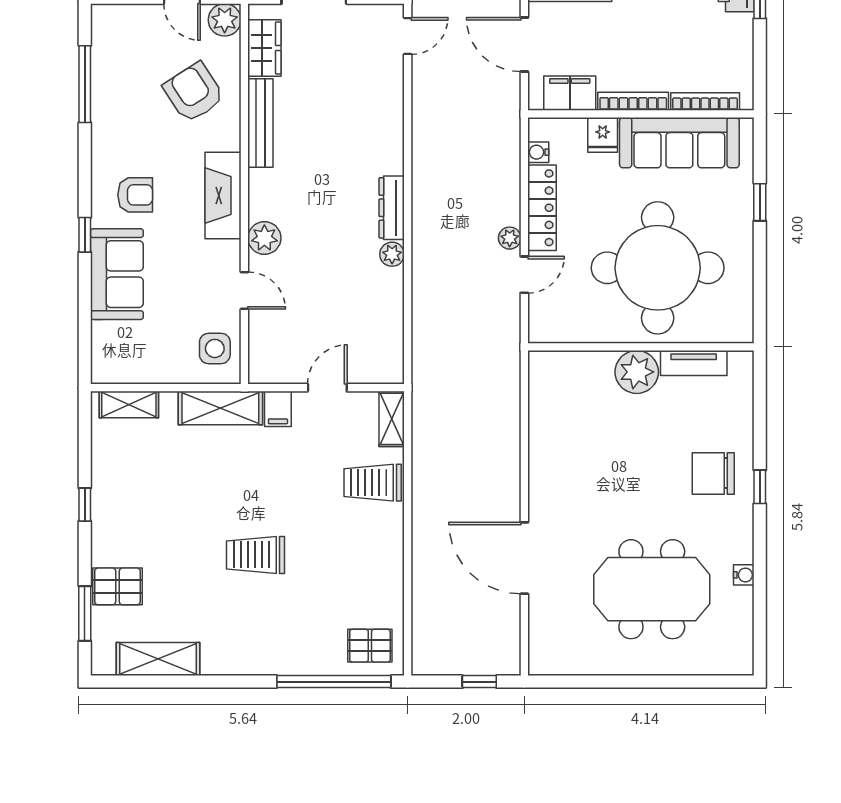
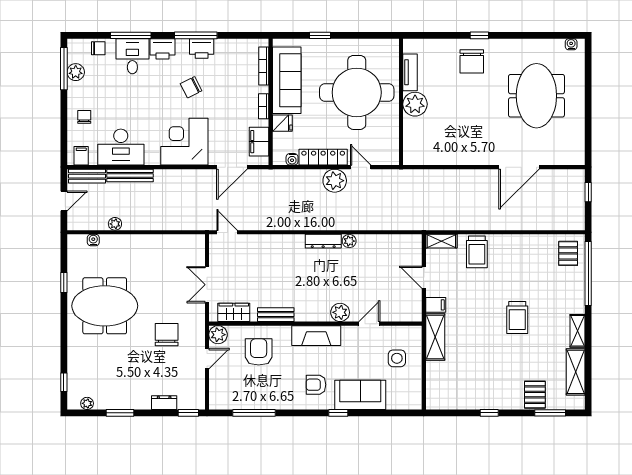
armchair: (194, 92) -> (259, 352), turned 123
bookcase: (633, 101) -> (264, 106), width x0.64
bench: (260, 123) -> (276, 315), width x0.73
armchair: (135, 195) -> (316, 385), turned -90
plant: (510, 238) -> (335, 181), width x1.88, depth x1.88
side table: (215, 348) -> (397, 358), moved
shelving: (129, 405) -> (577, 331), moved
water cooler: (744, 575) -> (571, 44), moved

